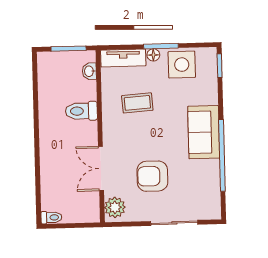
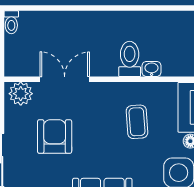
washbasin: (89, 71) -> (152, 69), moved

